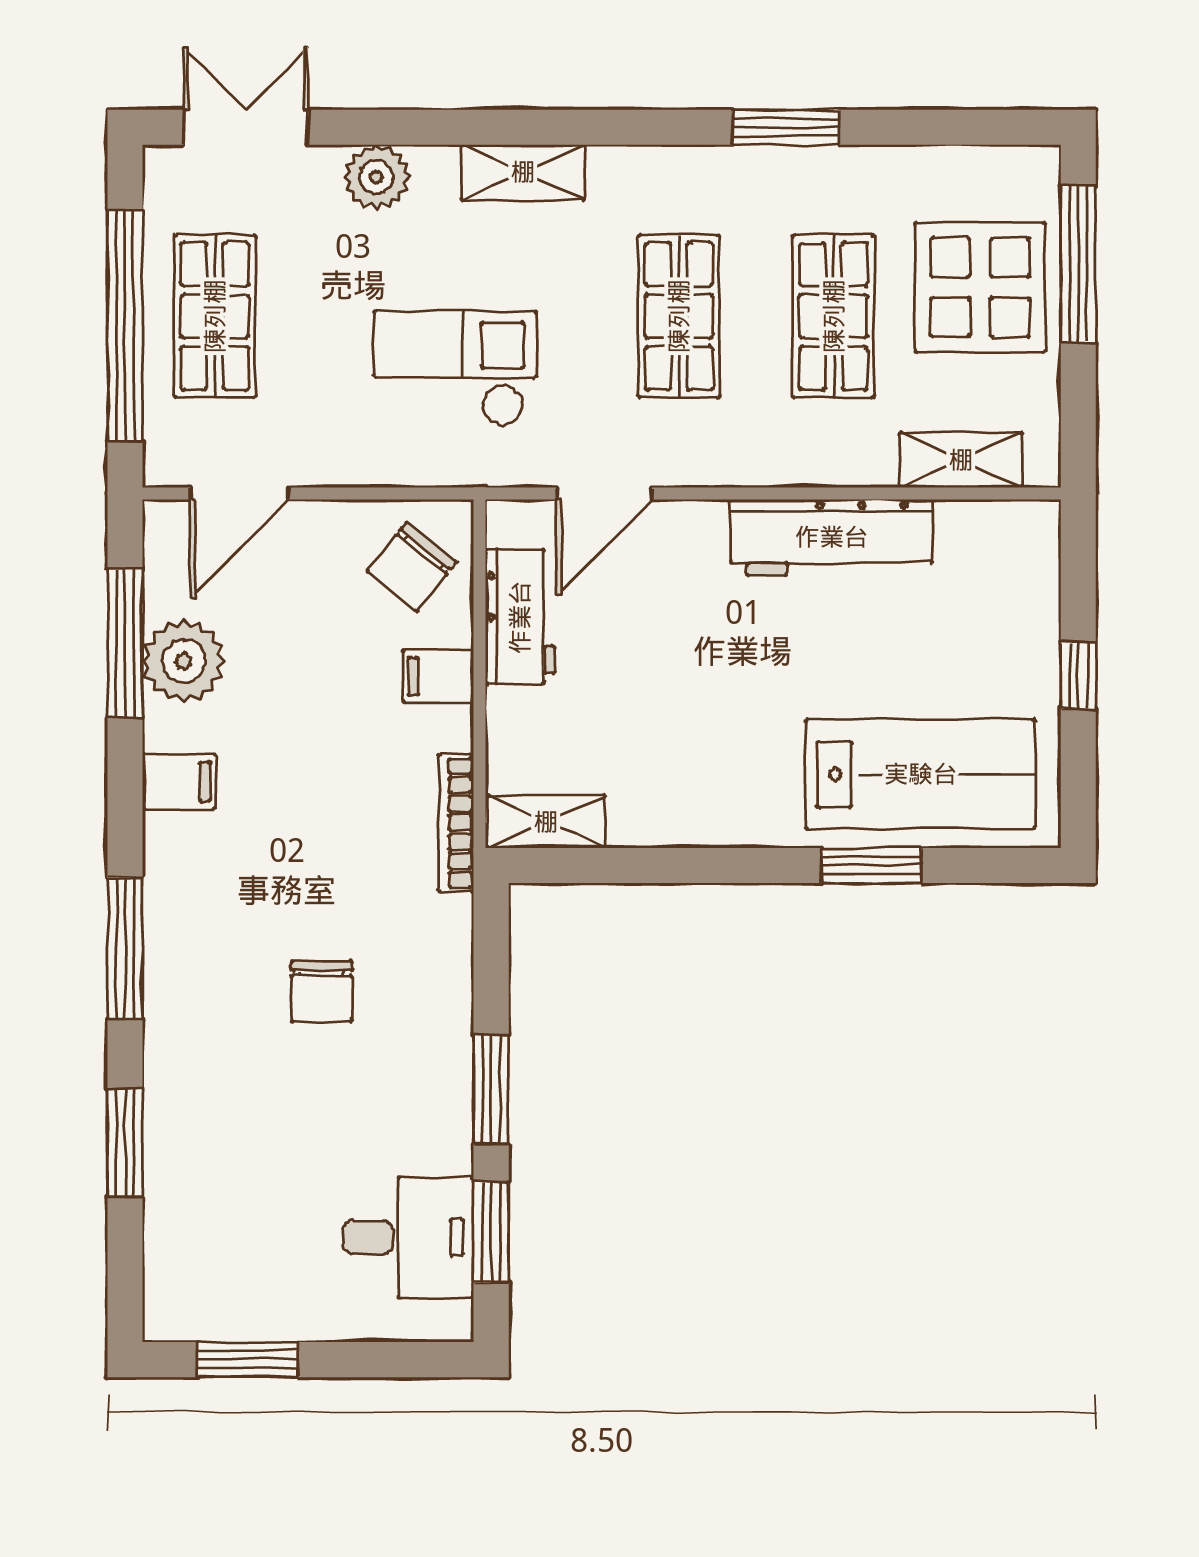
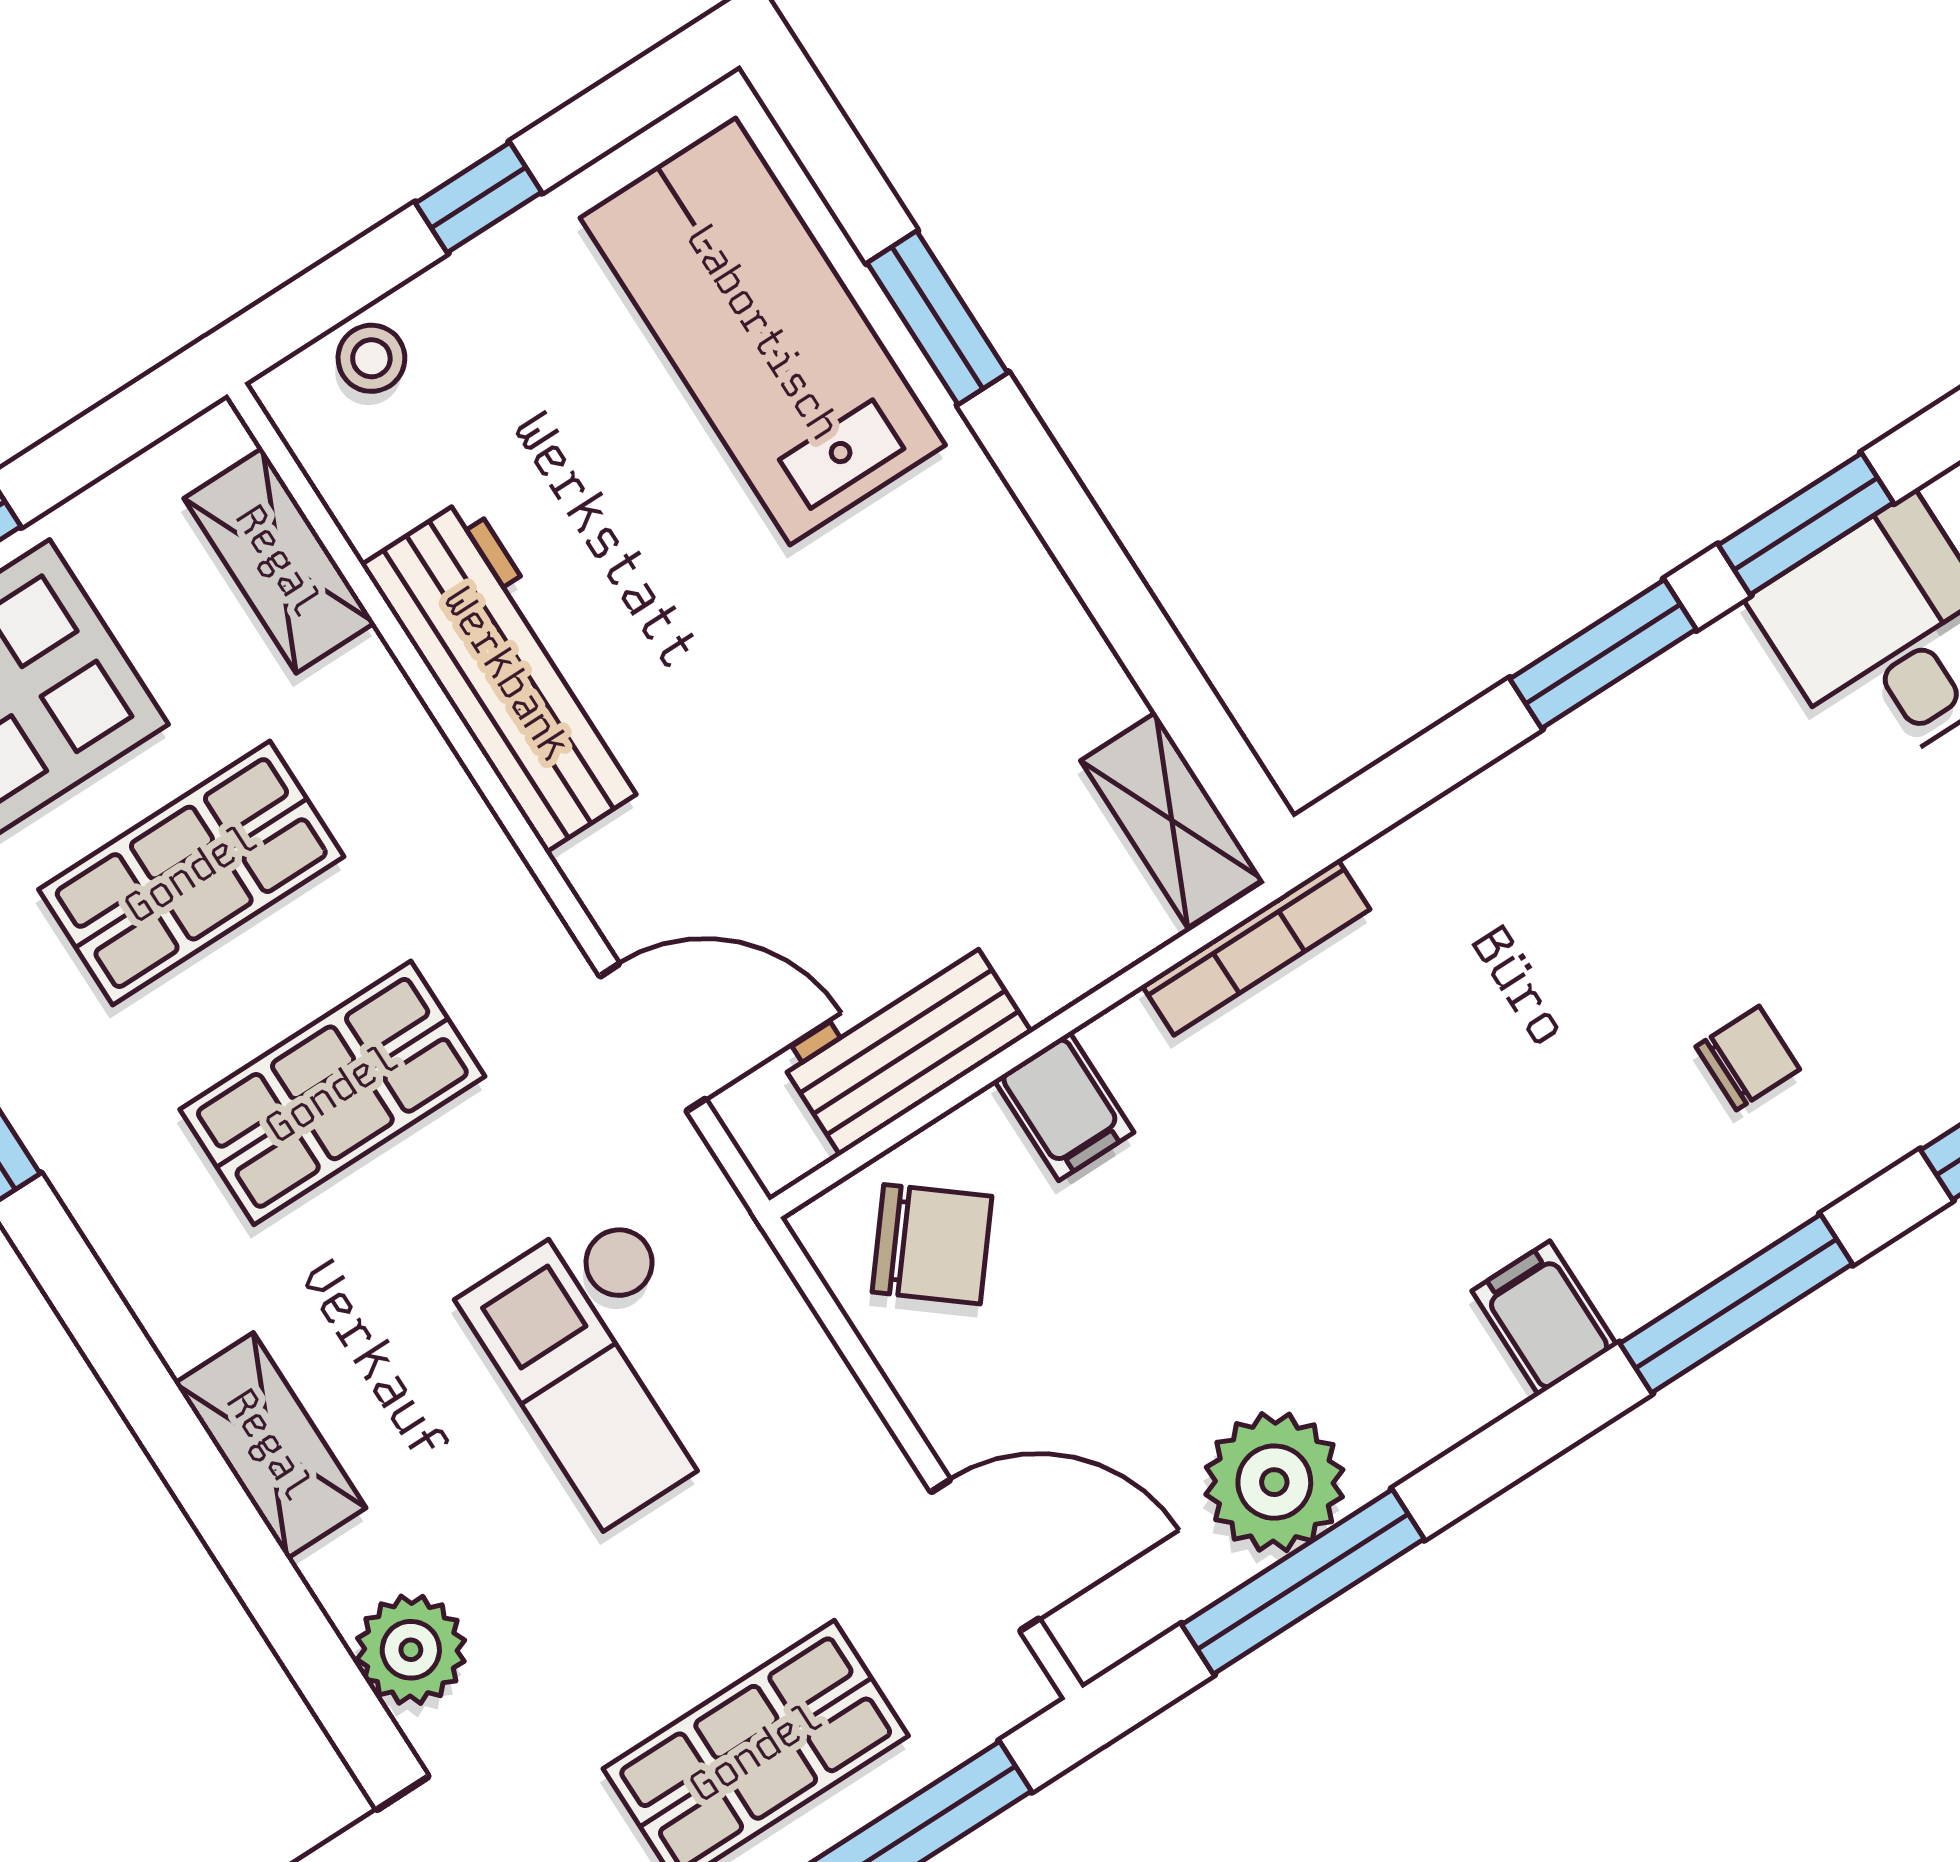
stool: (1032, 571) -> (371, 358), added
filing cabinet: (179, 781) -> (1544, 1318), moved
chair: (322, 991) -> (1748, 1058), moved, width x0.73, depth x0.73

